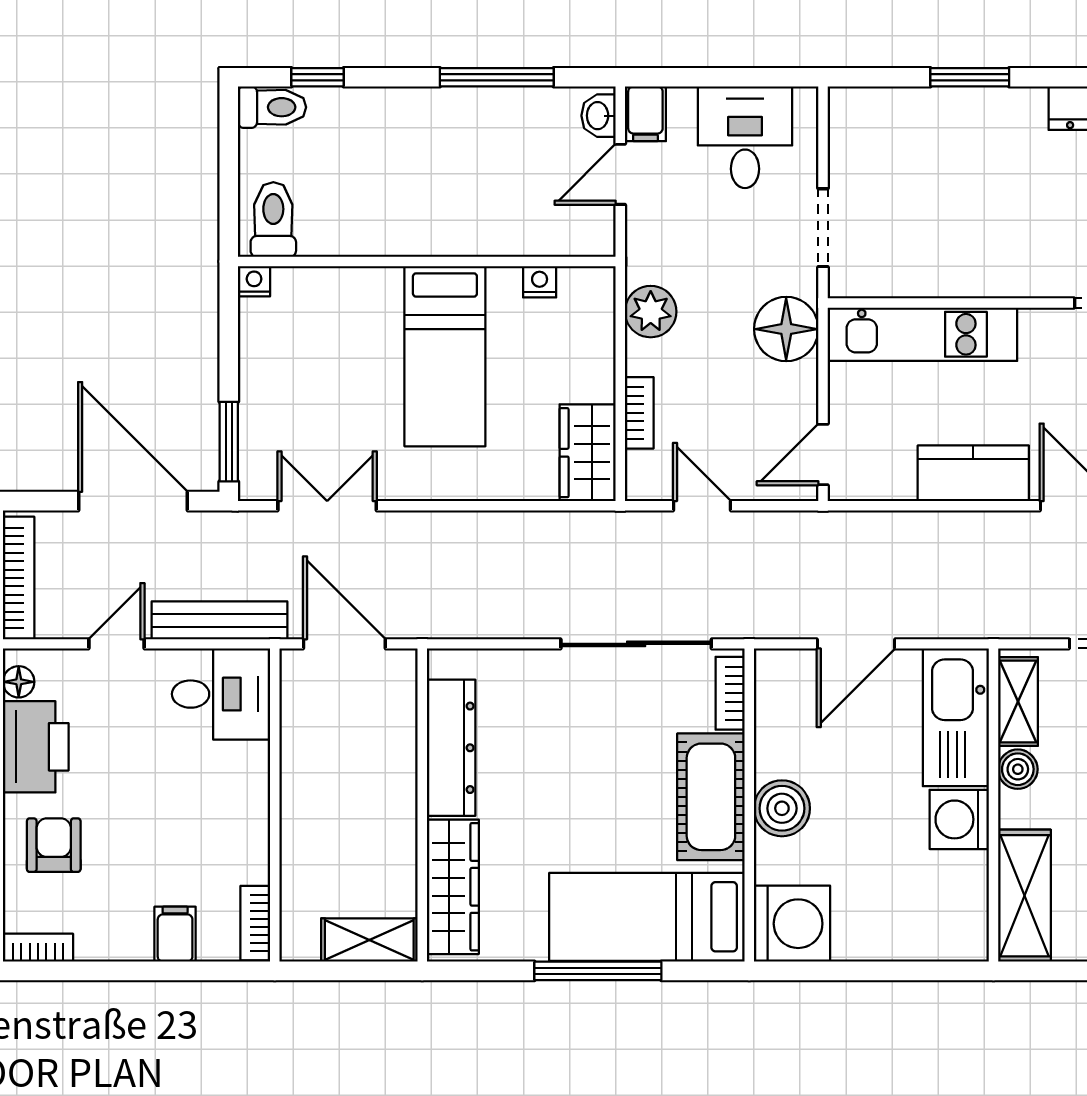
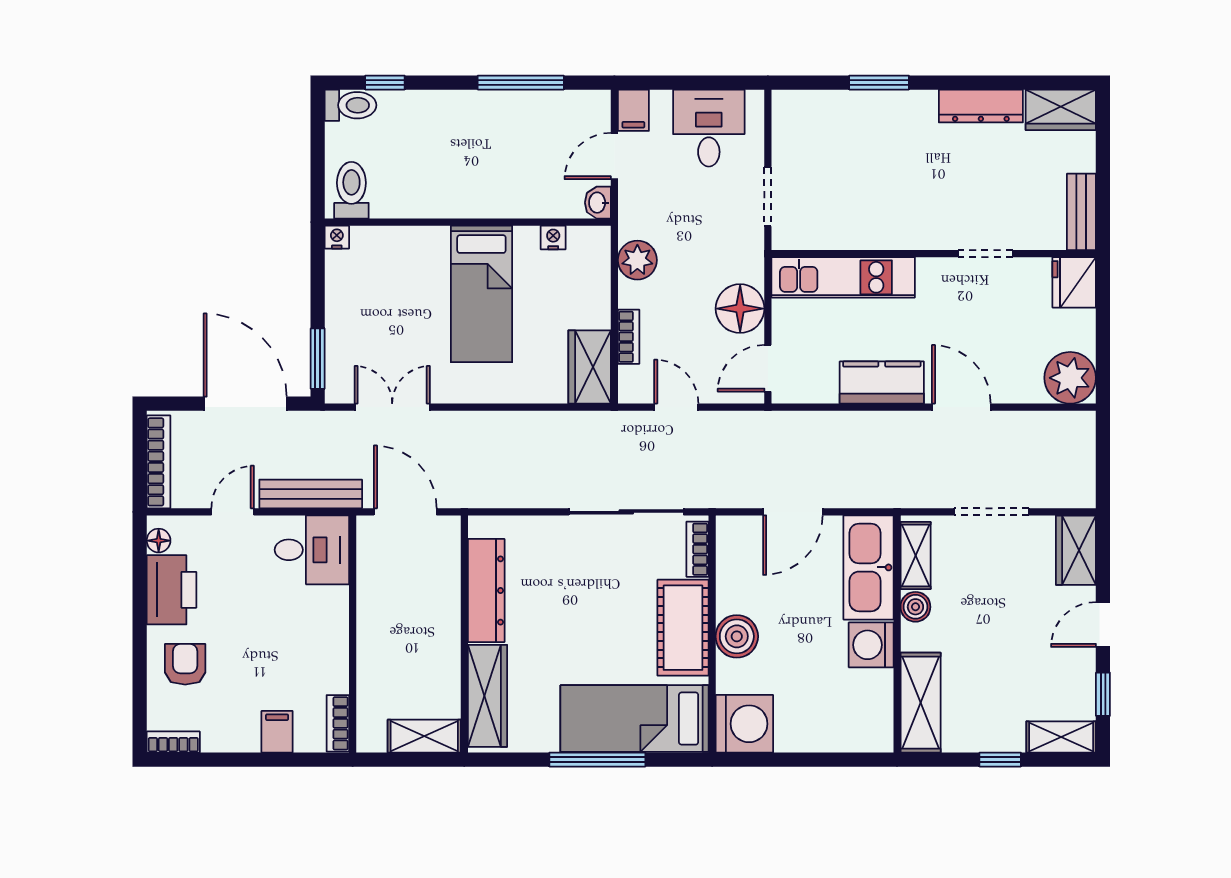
washbasin: (599, 116) -> (598, 203), moved
floor lamp: (786, 329) -> (740, 309), moved

